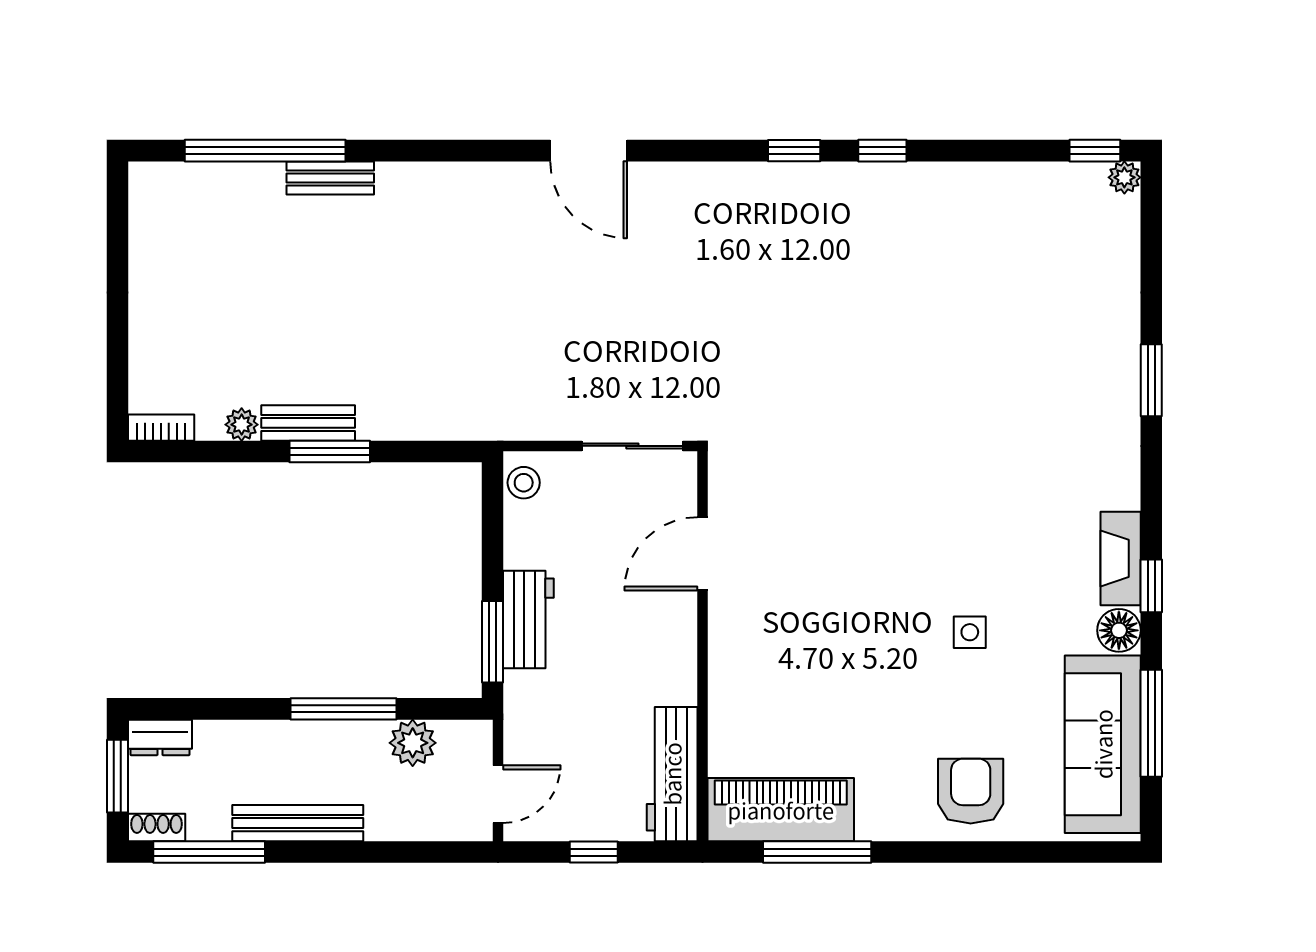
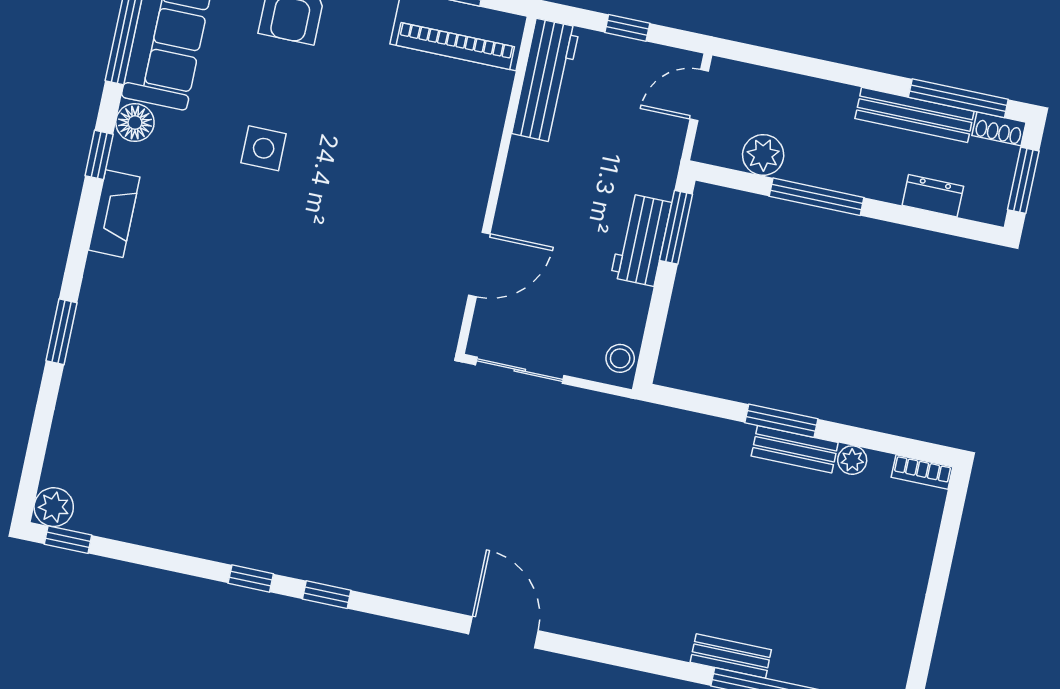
plant: (1124, 177) -> (54, 507), width x1.38, depth x1.38
fireplace: (1121, 558) -> (114, 214), moved
side table: (970, 632) -> (264, 148), width x1.37, depth x1.37
dresser: (160, 737) -> (933, 196), moved
bench: (298, 823) -> (915, 115), moved

